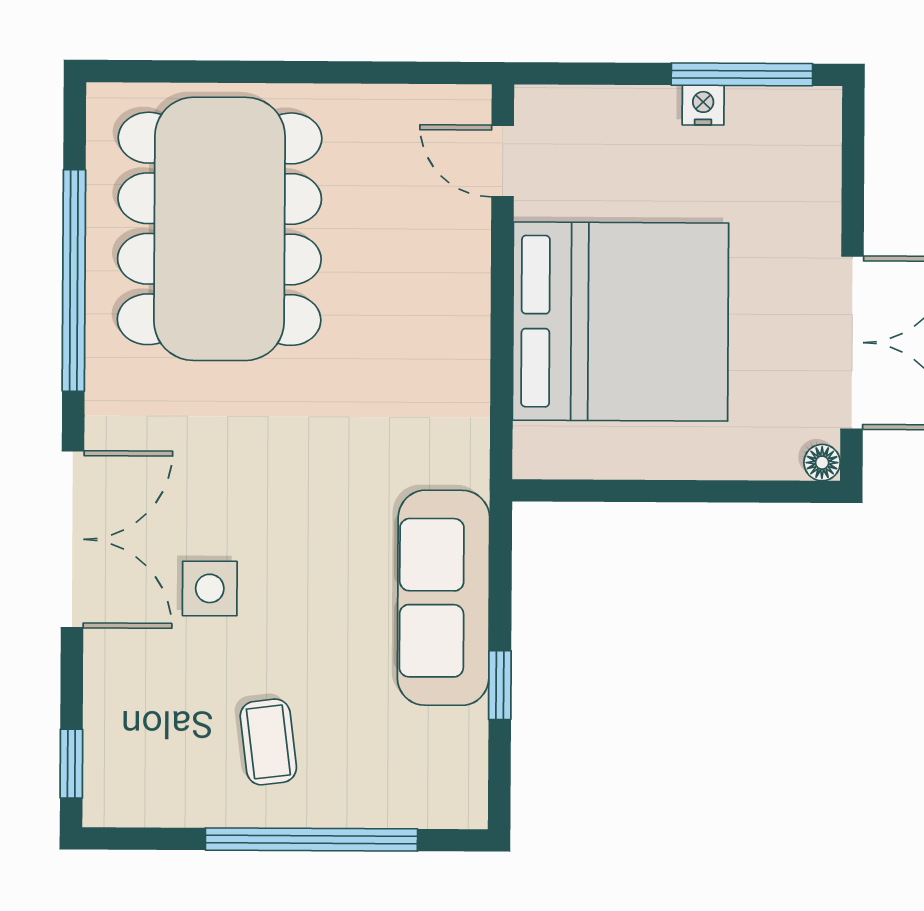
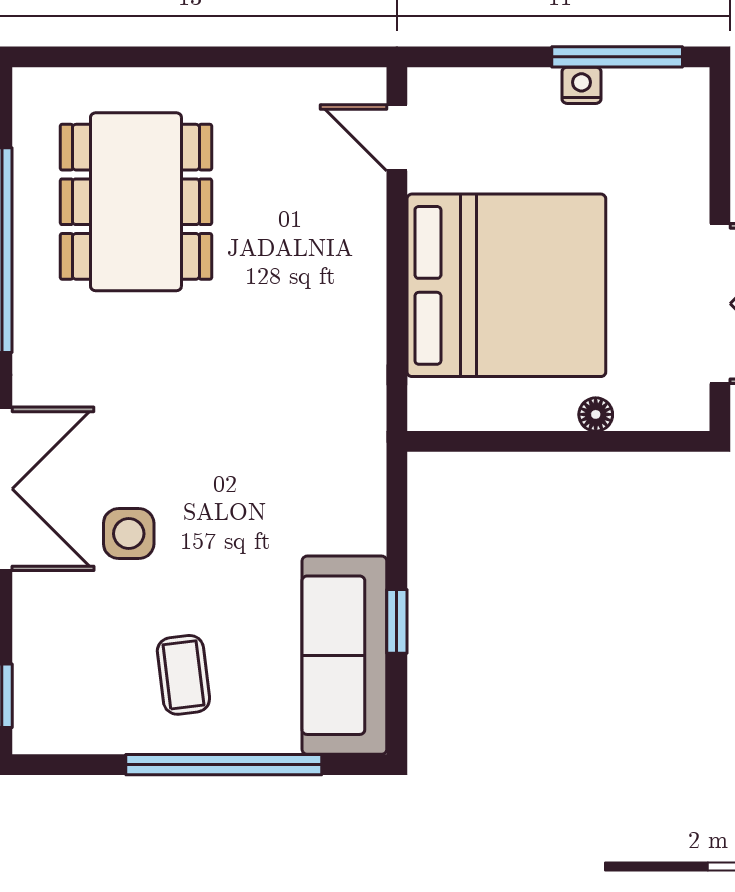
dining table: (220, 229) -> (136, 202), width x0.73, depth x0.80
floor lamp: (822, 463) -> (596, 414), moved
sofa: (444, 598) -> (344, 655), moved

